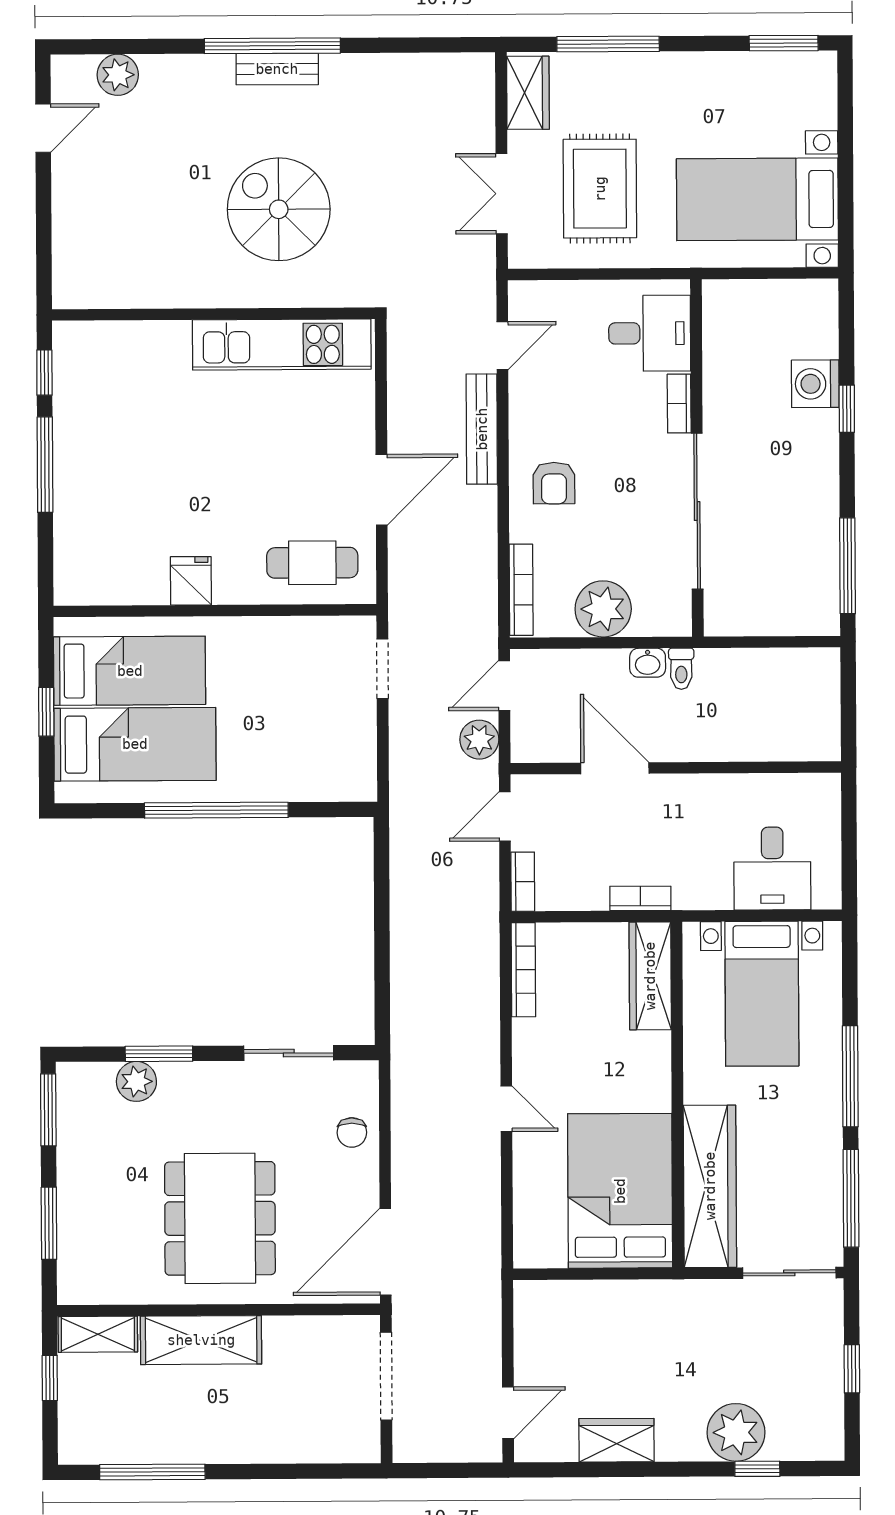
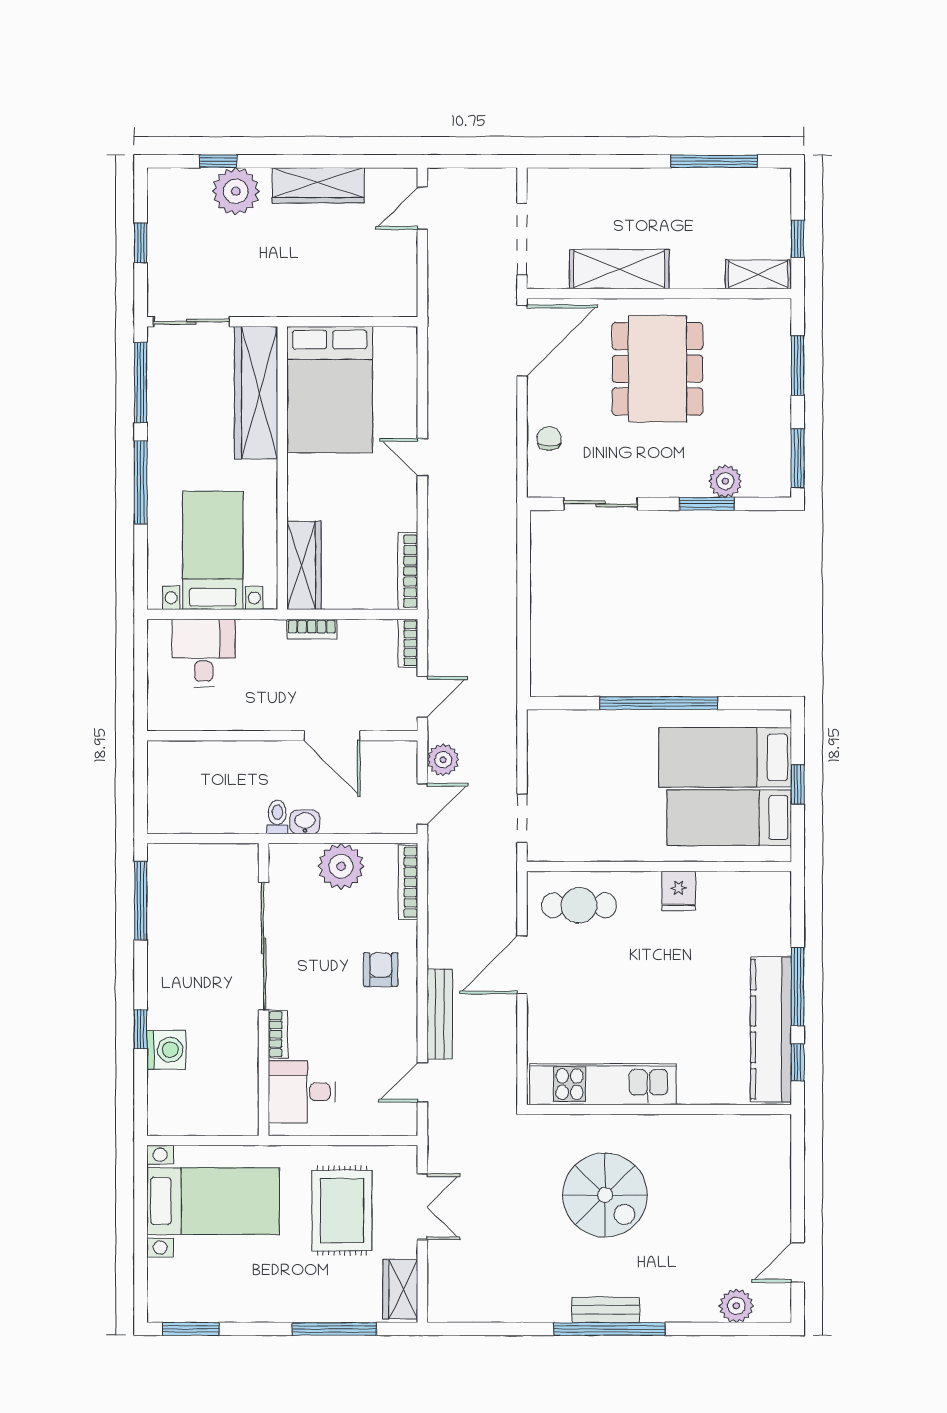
kitchen counter: (77, 413) -> (771, 1029), added
shelving: (201, 1340) -> (619, 269), moved
wardrobe: (617, 1440) -> (318, 185), width x1.50

